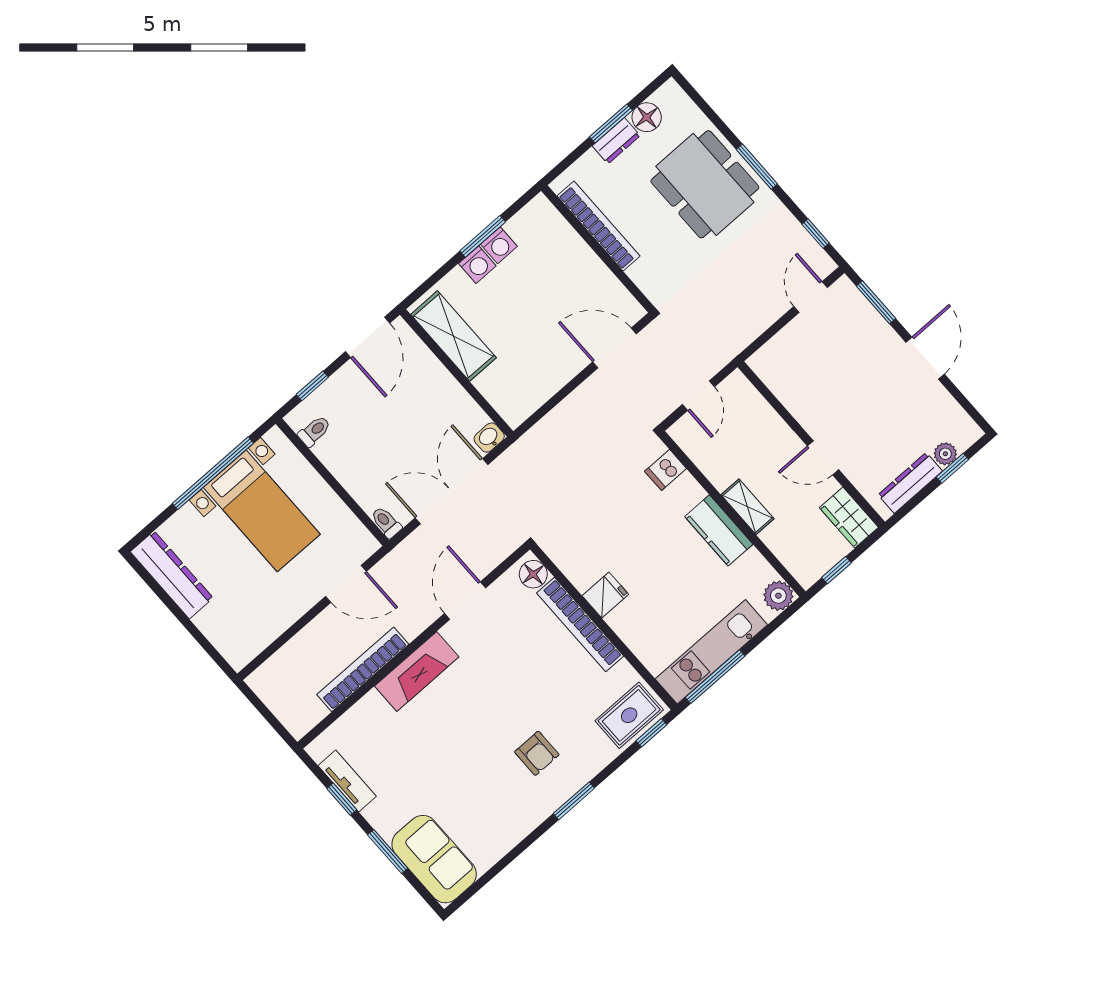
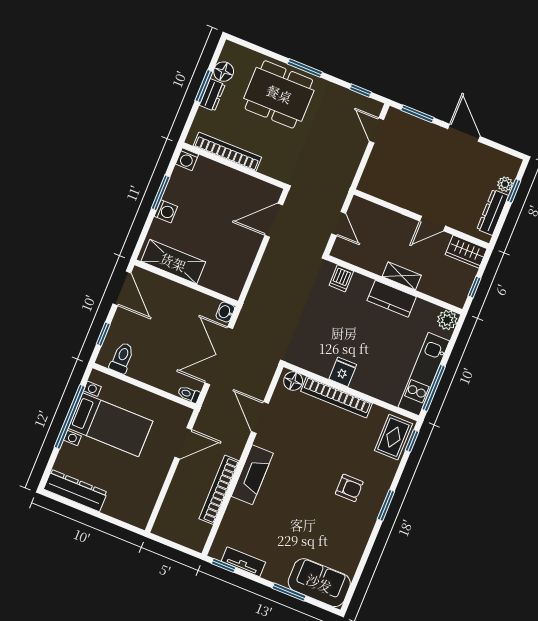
washing machine: (499, 245) -> (187, 159), moved, turned 90
toilet: (314, 431) -> (122, 358), width x1.37, depth x1.39
window: (342, 799) -> (224, 565), moved

